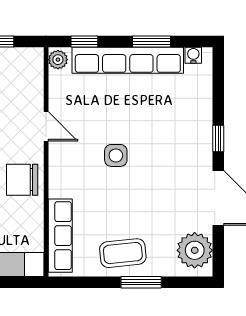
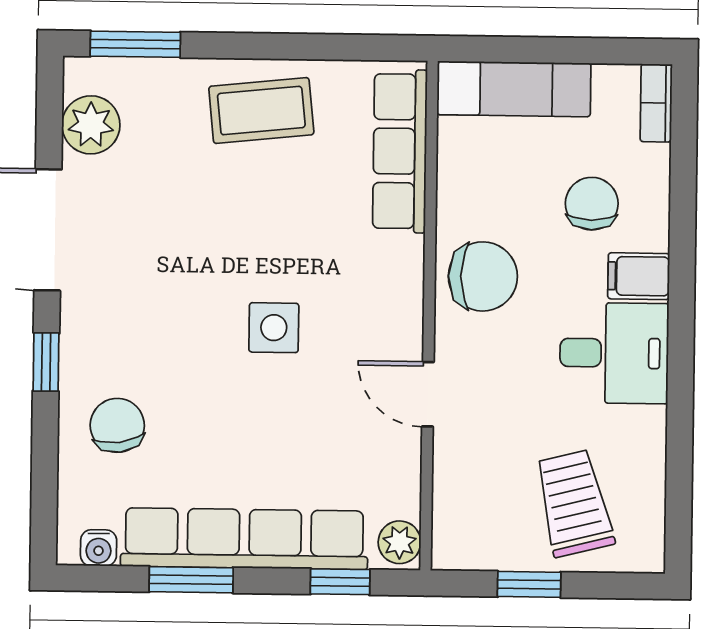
chair: (186, 110) -> (117, 425), added
plant: (195, 250) -> (91, 125), width x0.73, depth x0.73
window: (141, 282) -> (135, 44), moved

